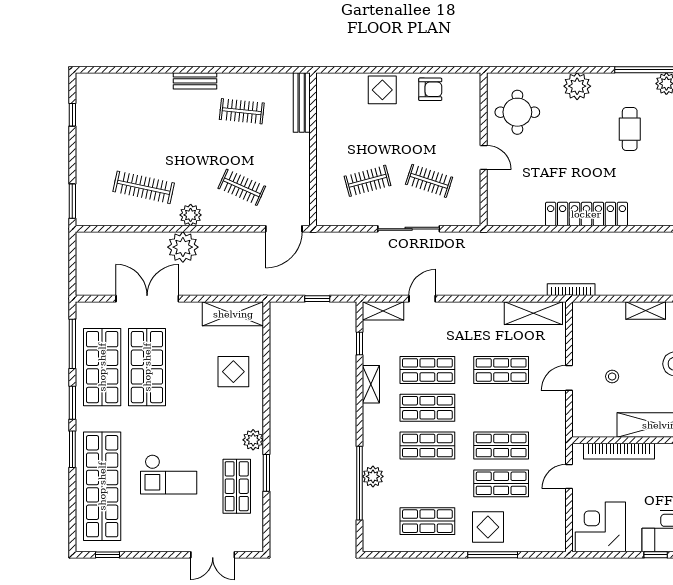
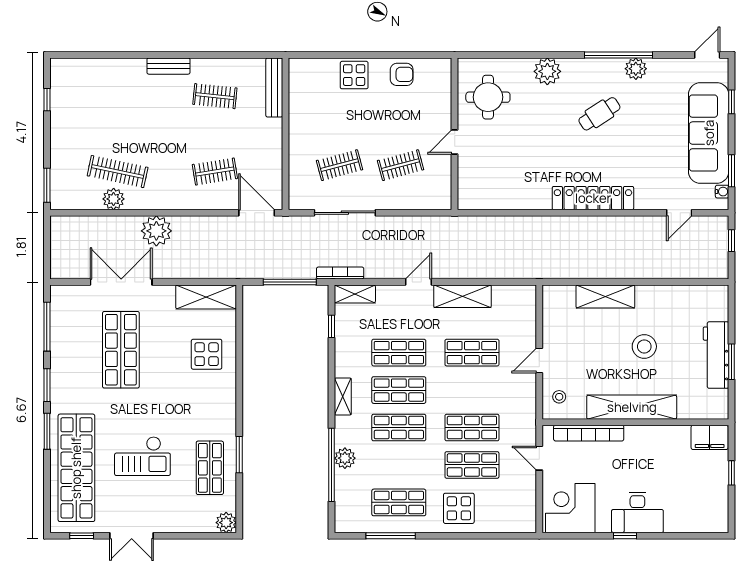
cafe table: (630, 129) -> (599, 114), turned 57
door: (484, 157) -> (455, 142), swing flipped
clothes rail: (429, 181) -> (401, 165), turned -33
clothes rail: (242, 187) -> (215, 172), turned -33
locker: (586, 214) -> (593, 198), moved
plant: (191, 215) -> (114, 199), moved
door: (284, 229) -> (257, 213), swing flipped
sliding door: (409, 229) -> (345, 213), moved
bookcase: (571, 290) -> (340, 273), moved
window: (317, 299) -> (290, 282), width x2.17
door: (422, 299) -> (419, 282), moved
shelving: (646, 310) -> (605, 297), width x1.50, depth x1.33
shelving: (533, 313) -> (462, 296), moved
shop shelf: (102, 367) -> (76, 350), removed
stool: (612, 376) -> (559, 397), moved
shelving: (371, 384) -> (343, 396), moved
plant: (253, 440) -> (226, 523), moved
door: (569, 476) -> (539, 458), hinge flipped
double door: (213, 555) -> (132, 536), moved
window: (493, 555) -> (391, 536), moved

